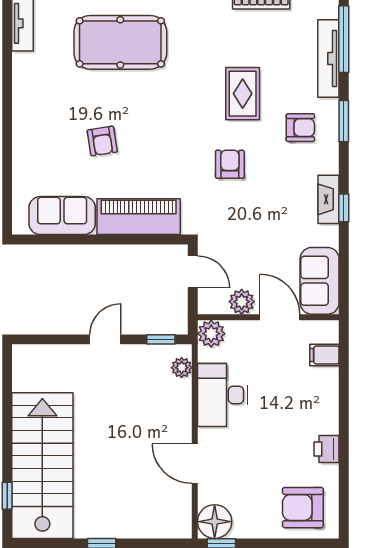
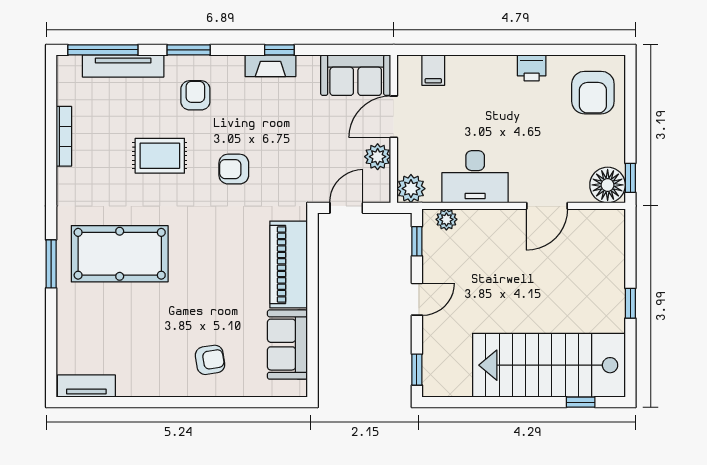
pool table: (120, 42) -> (120, 254), moved, turned 90
armchair: (102, 141) -> (210, 360), moved
window: (38, 339) -> (417, 370), added
door: (105, 339) -> (417, 299), swing flipped

